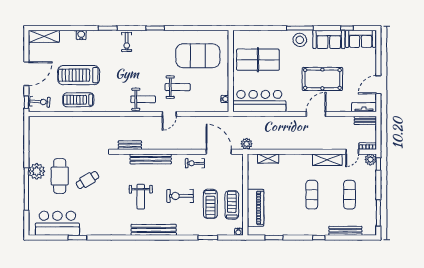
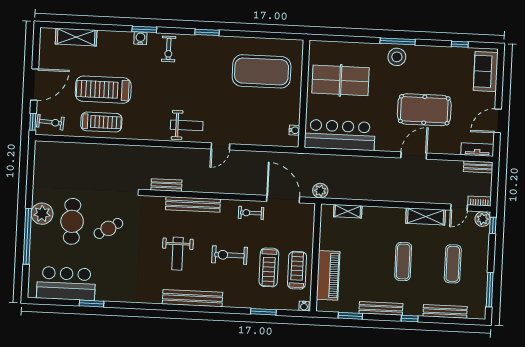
water cooler: (81, 35) -> (140, 38), moved
shelving: (44, 36) -> (76, 37), moved
sofa: (329, 39) -> (435, 58), removed
sofa: (361, 39) -> (486, 72), moved, turned 90
weight bench: (178, 87) -> (233, 112), removed
treadmill: (78, 100) -> (101, 122), turned 180
bench: (297, 231) -> (381, 308), added

